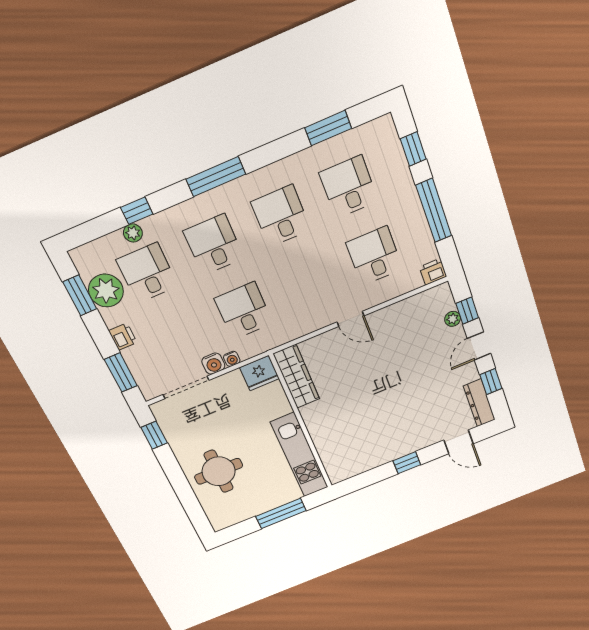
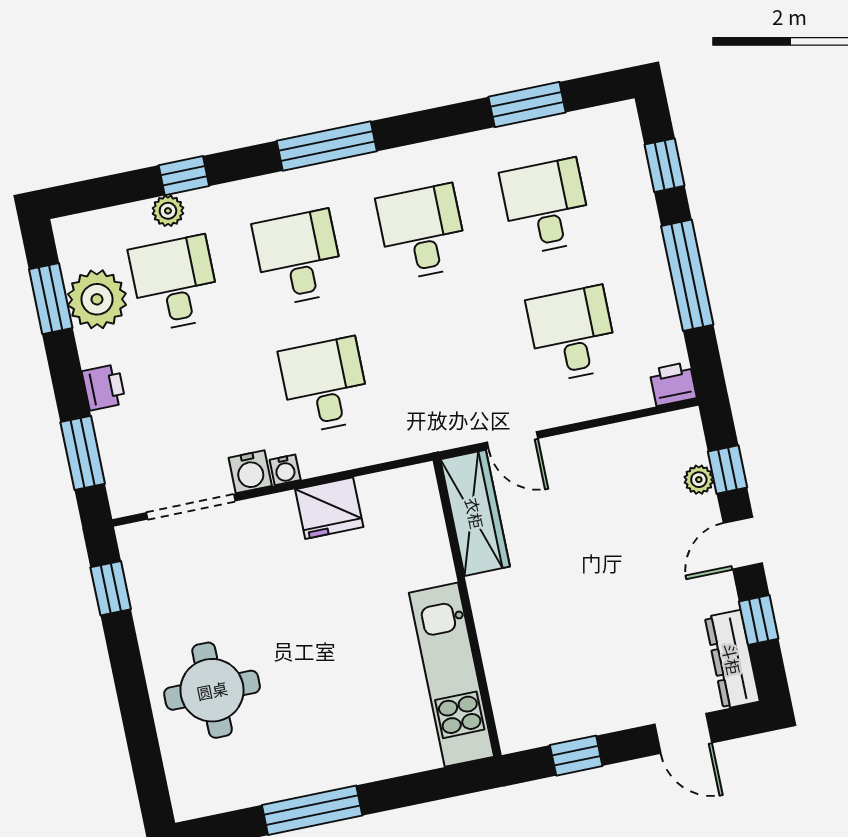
wardrobe: (296, 376) -> (475, 513), moved
wall: (301, 423) -> (467, 608), moved
kitchen unit: (299, 455) -> (451, 675), moved

